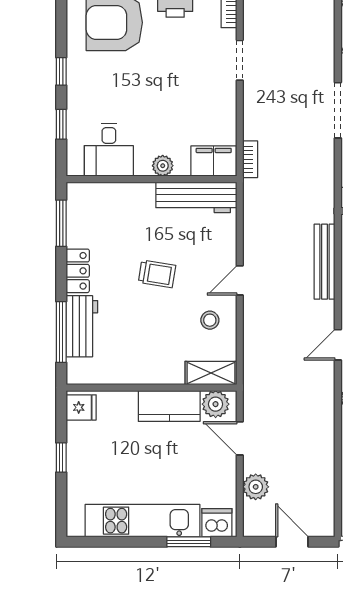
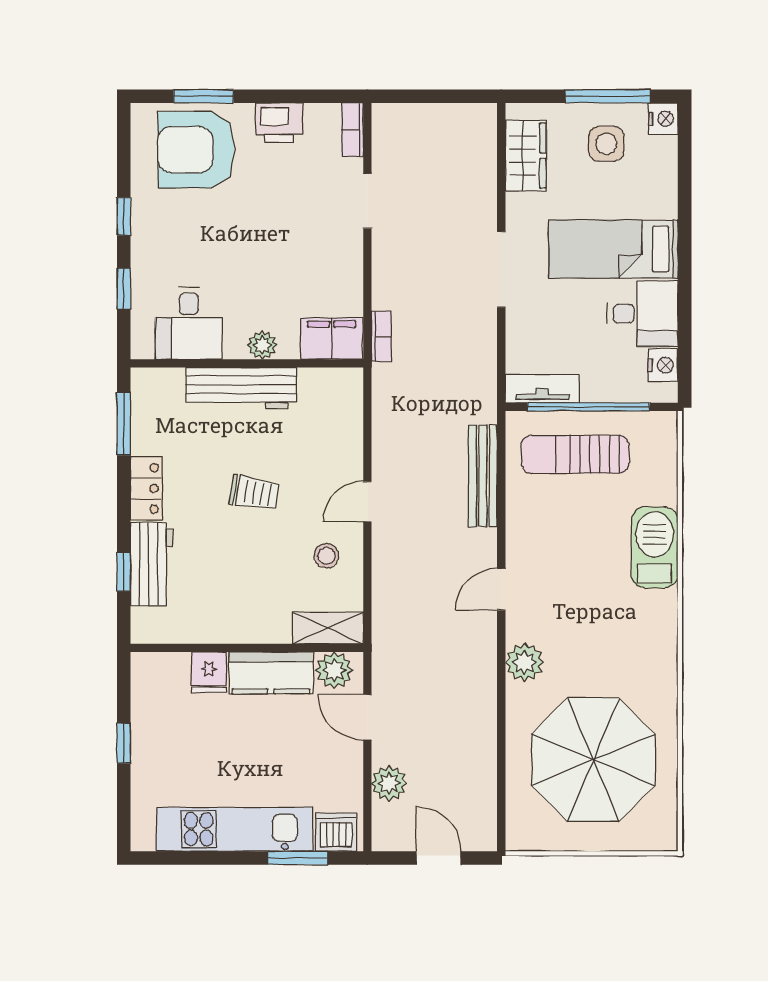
workbench: (196, 197) -> (241, 388), moved
window: (61, 332) -> (124, 572), width x0.46
fridge: (81, 407) -> (209, 672), moved, turned 90

